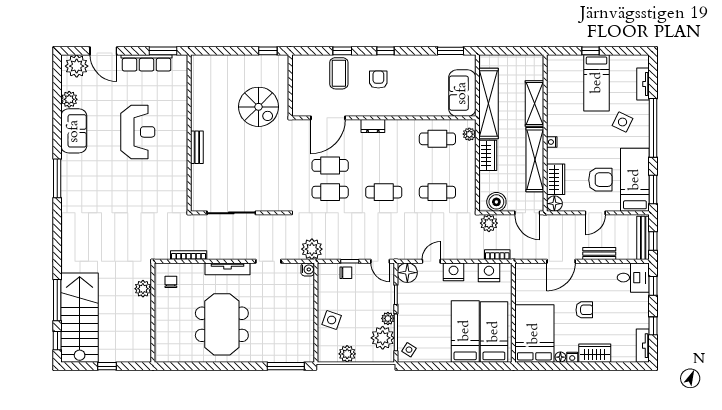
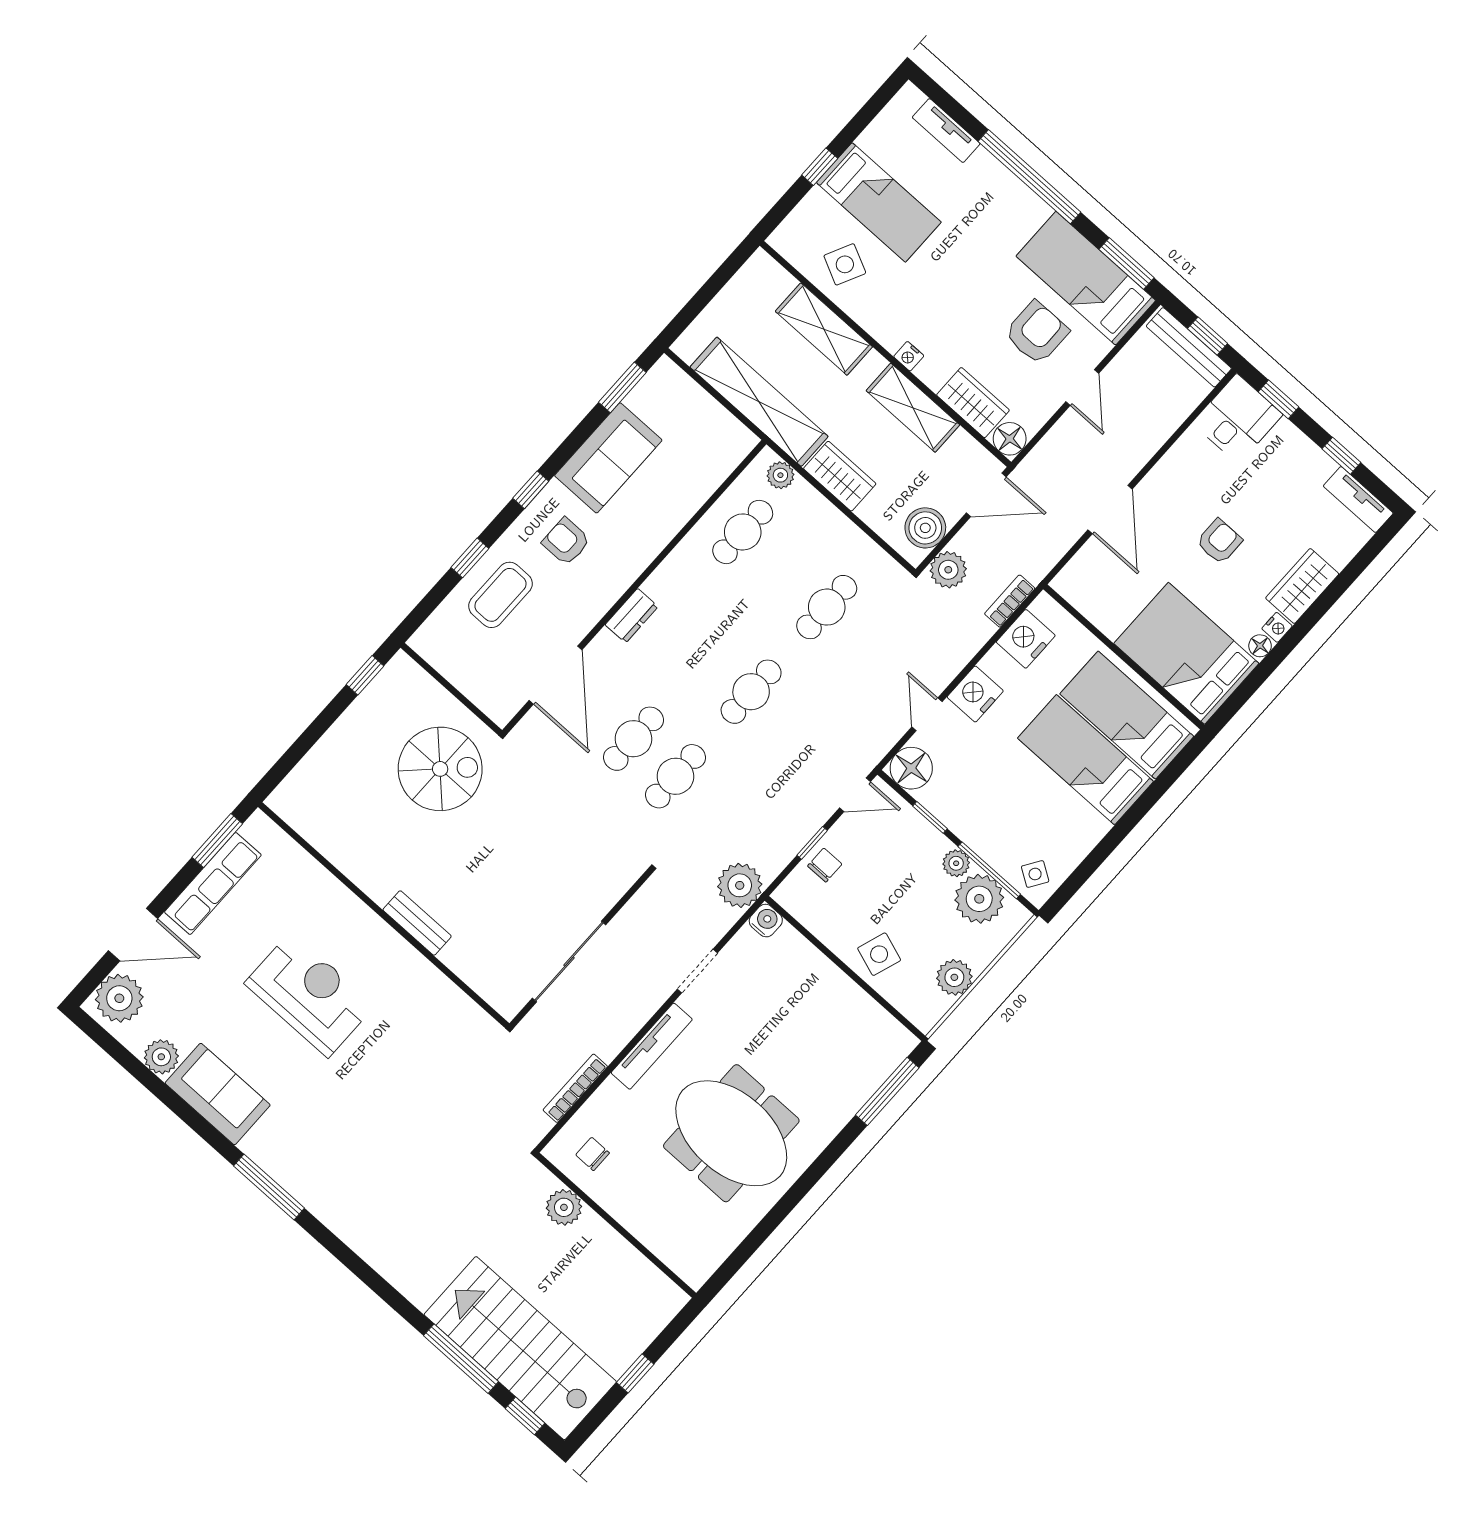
coffee table: (339, 73) -> (500, 595), turned 90
sofa: (462, 93) -> (608, 458), moved, turned -90
side table: (623, 122) -> (845, 264), moved
shelving: (535, 160) -> (913, 408), width x0.68
bench: (599, 254) -> (1152, 439), removed

